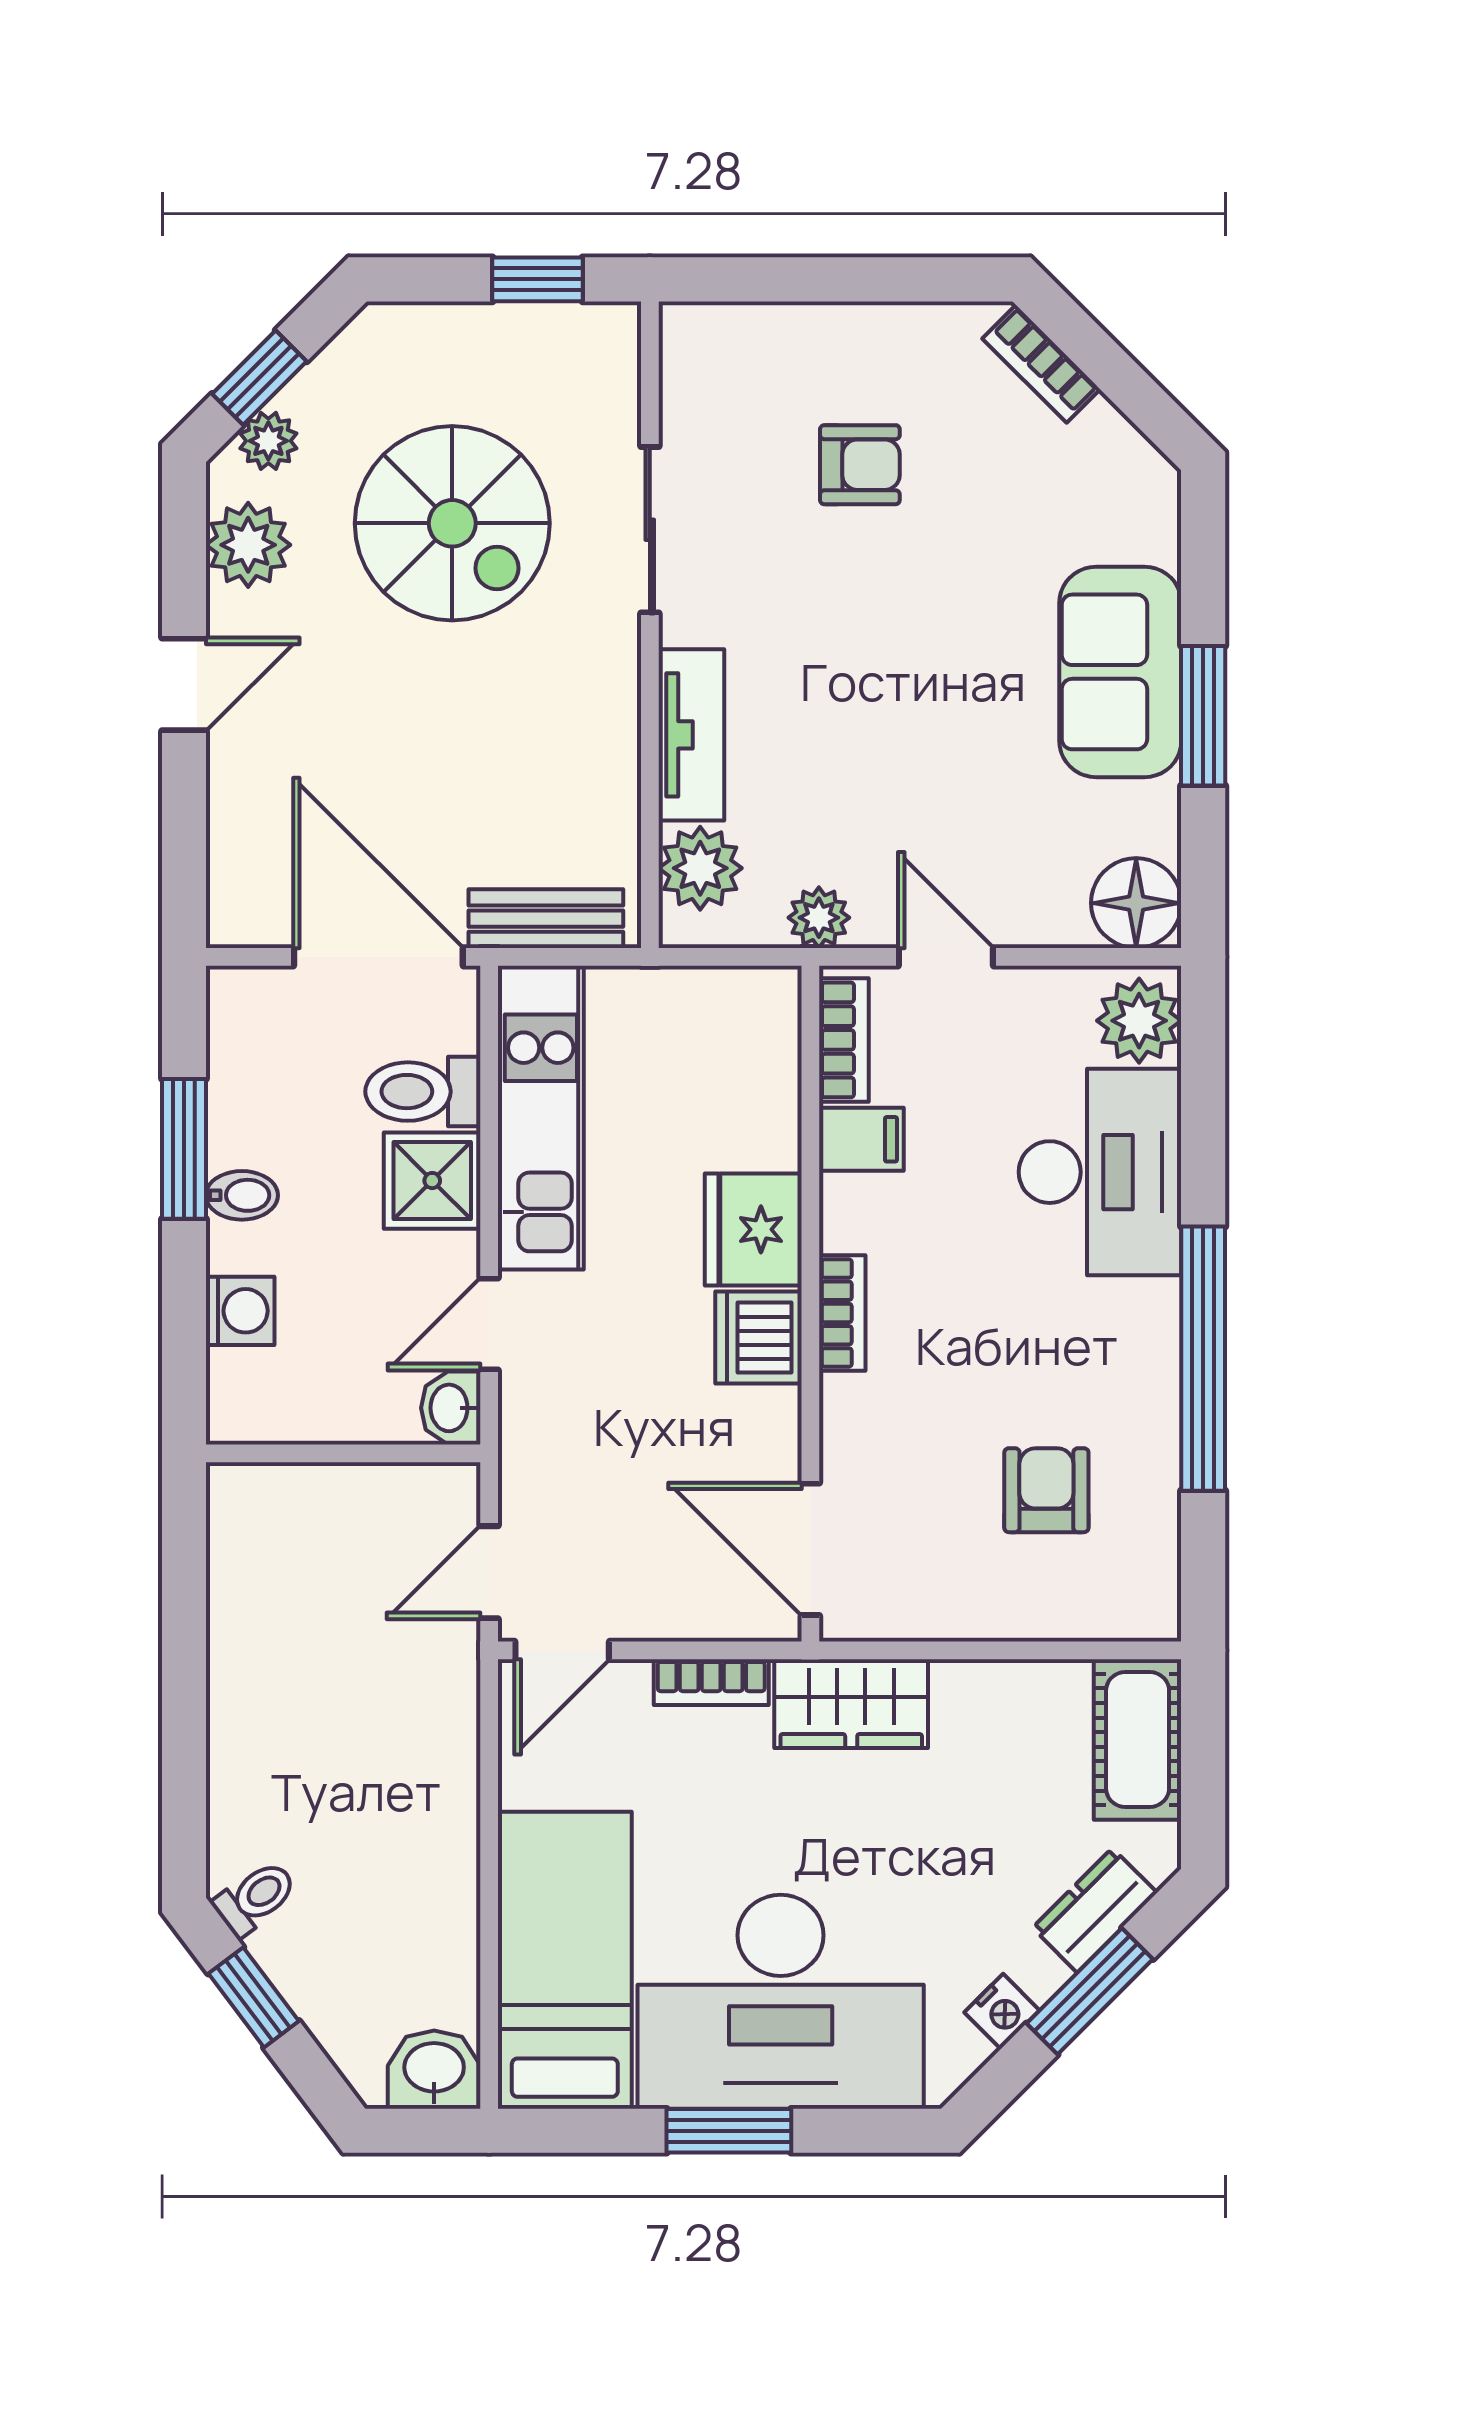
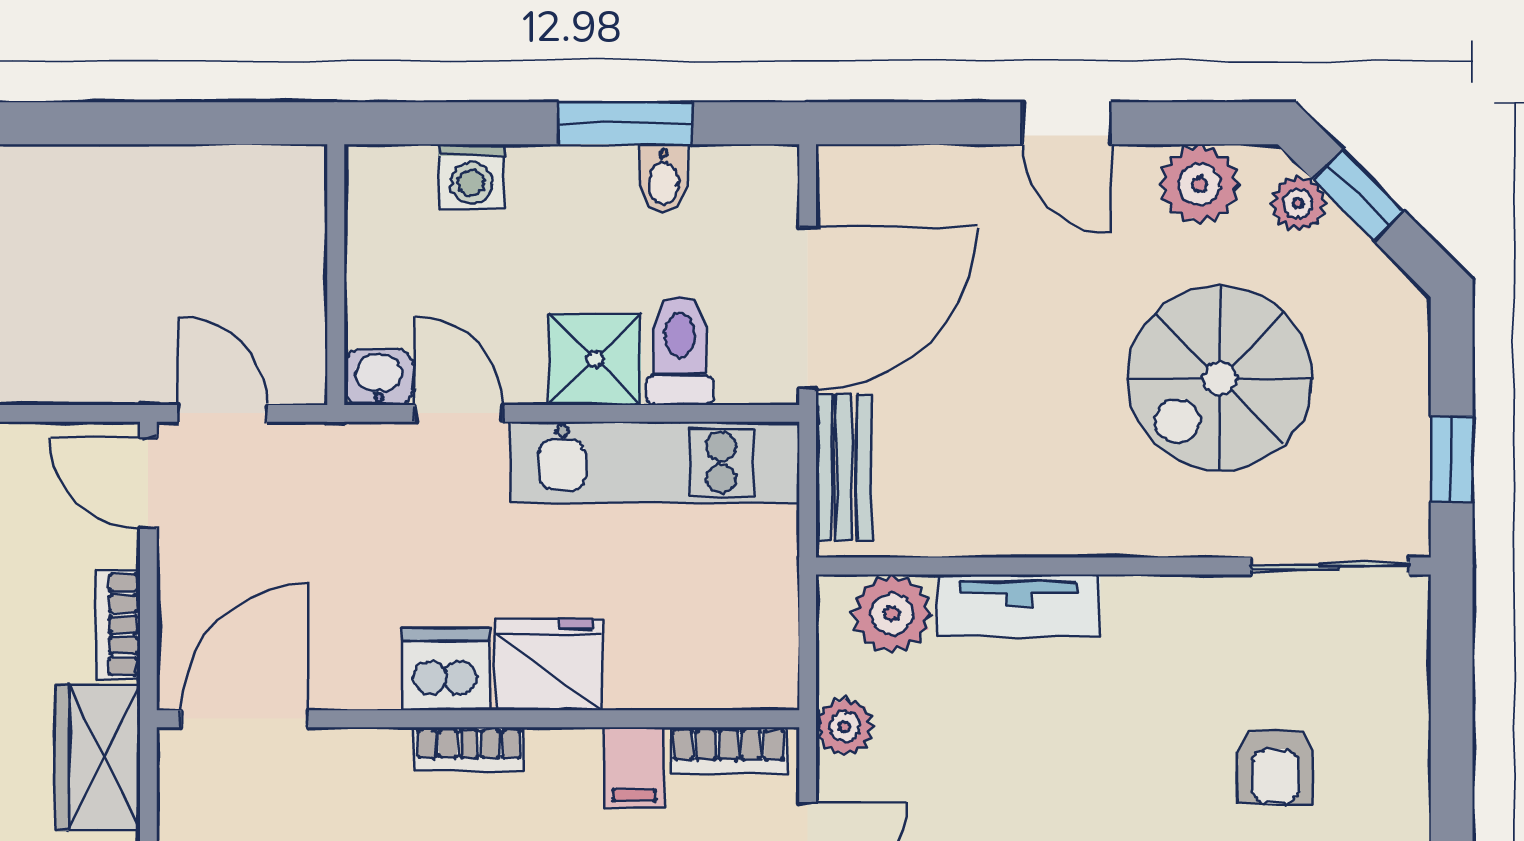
sliding door: (650, 530) -> (1330, 566), moved
bidet: (242, 1195) -> (663, 178), moved

